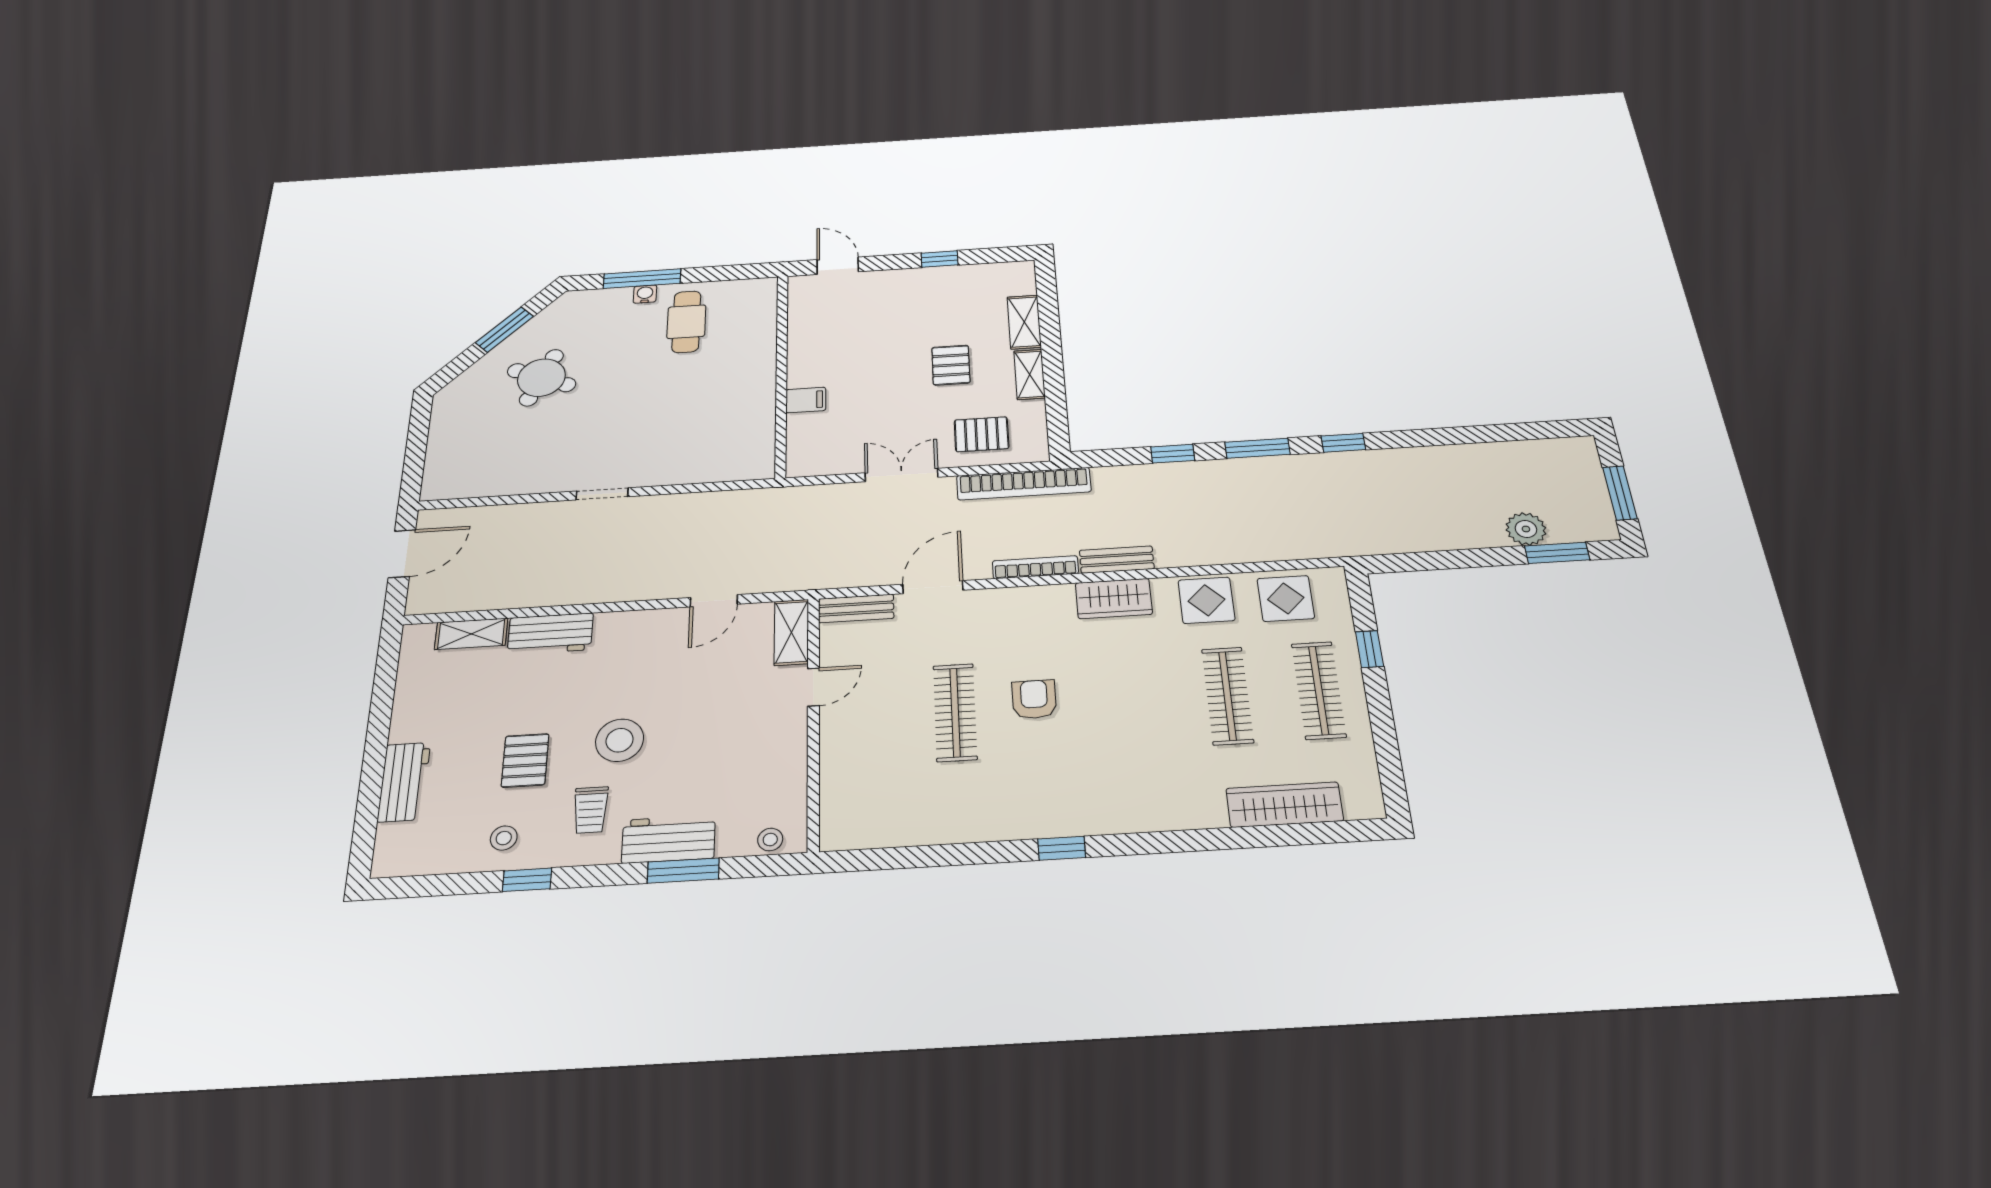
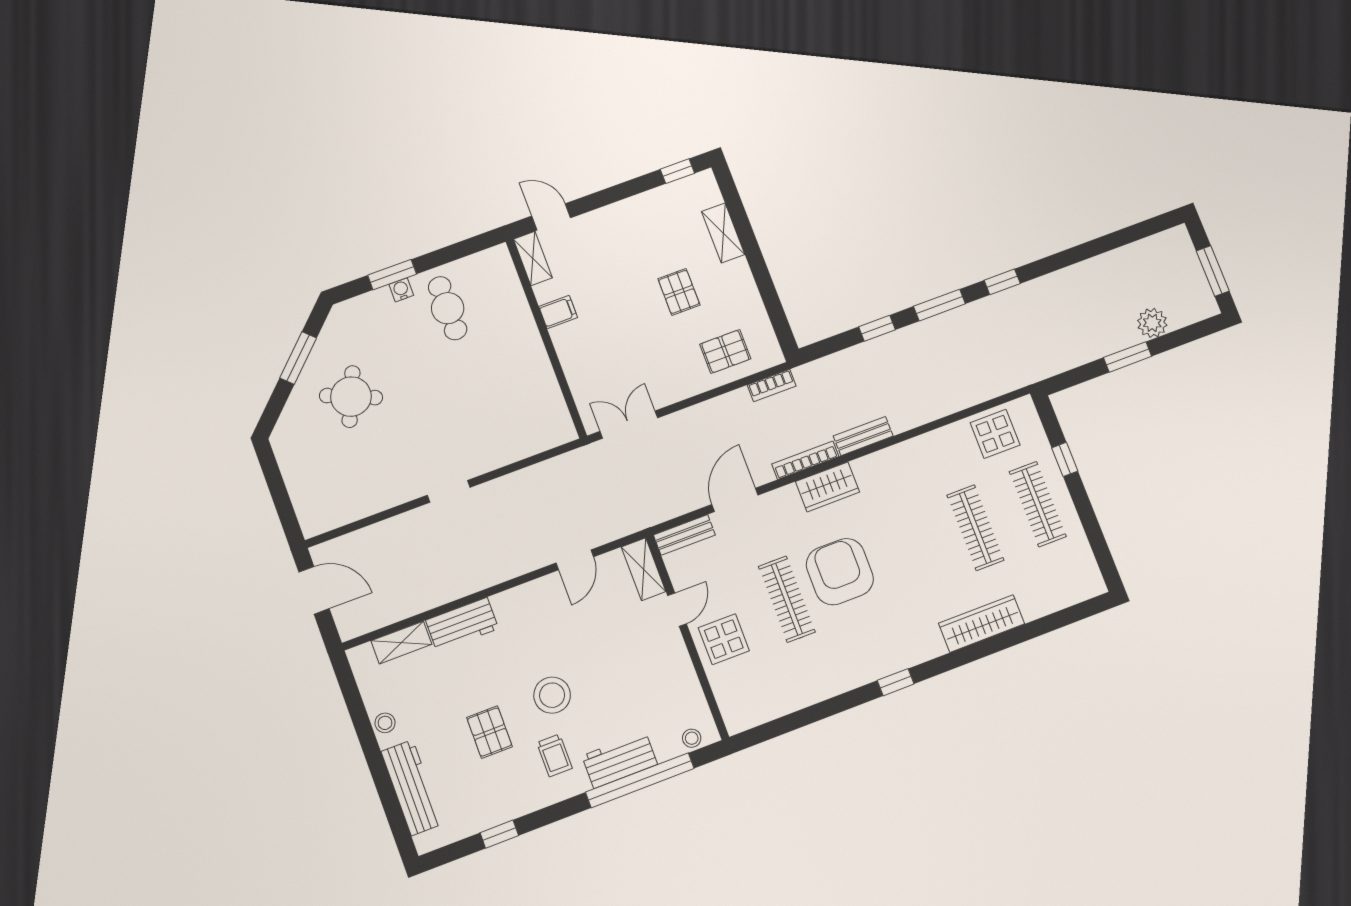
window: (939, 259) -> (677, 171), moved
window: (642, 279) -> (392, 275), width x0.69
shelving: (1030, 374) -> (533, 258), moved
filing cabinet: (806, 400) -> (558, 312), moved
double door: (901, 475) -> (629, 425), moved
bookcase: (1024, 484) -> (772, 385), width x0.43, depth x0.76
window: (1557, 553) -> (1128, 357), moved
door: (402, 554) -> (314, 590), hinge flipped
wardrobe: (1114, 599) -> (828, 487), moved
display table: (1206, 600) -> (724, 639), moved
armchair: (1034, 699) -> (840, 572), width x1.88, depth x1.88
workbench: (404, 782) -> (412, 788), width x1.38
wardrobe: (1285, 805) -> (982, 624), moved
stool: (504, 838) -> (385, 723), moved
window: (683, 871) -> (640, 780), width x2.11
window: (527, 880) -> (499, 834), moved

